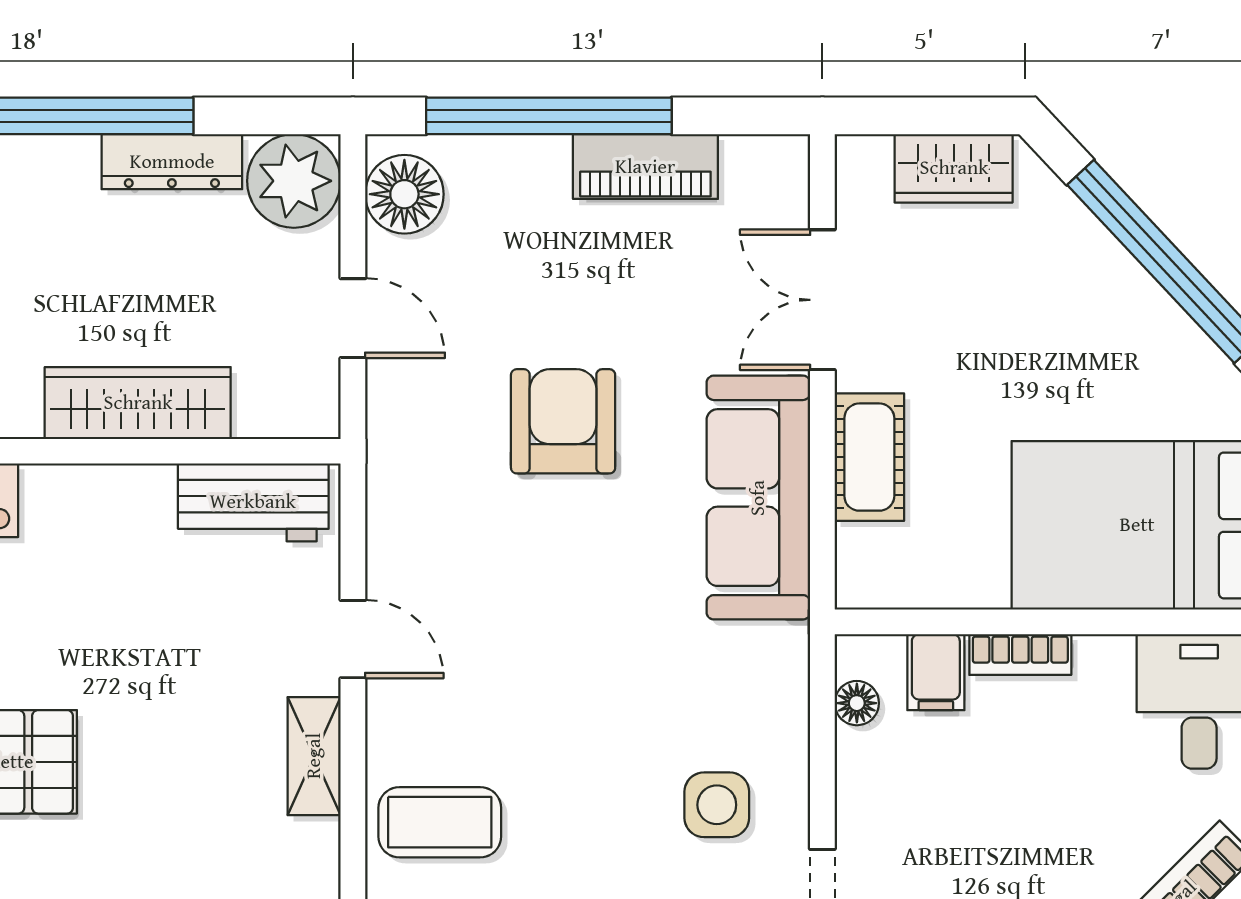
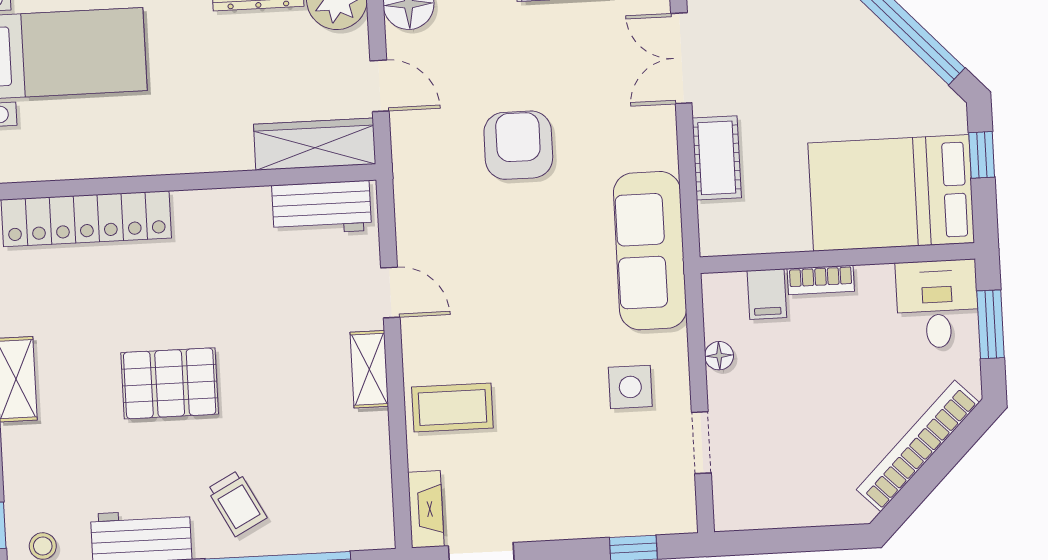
wardrobe: (138, 403) -> (315, 144), moved
sofa: (758, 498) -> (650, 251), moved
floor lamp: (857, 703) -> (719, 356), moved

